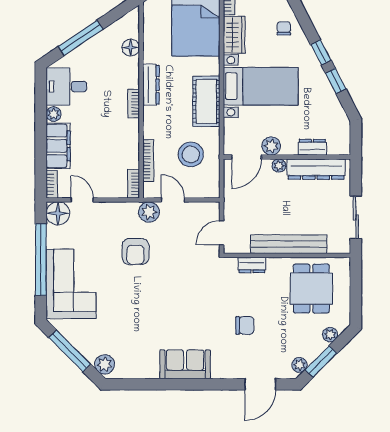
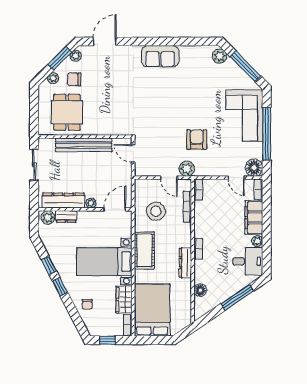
plant: (271, 146) -> (48, 217), moved
door: (222, 233) -> (133, 153), swing flipped
dresser: (252, 265) -> (111, 130), removed
chair: (245, 325) -> (74, 79), moved

